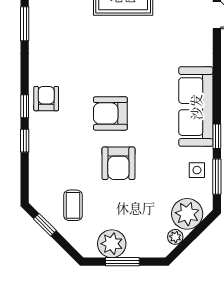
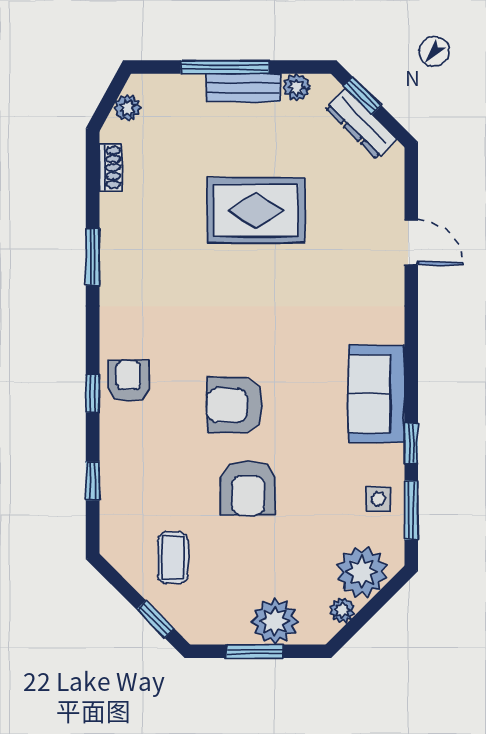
sofa: (196, 107) -> (376, 394), width x0.73
window: (25, 141) -> (93, 481), moved
window: (45, 225) -> (155, 619), moved
plant: (112, 244) -> (275, 621), moved

